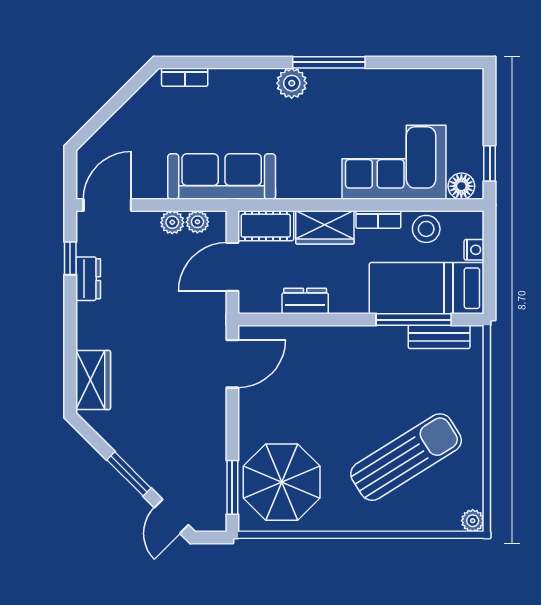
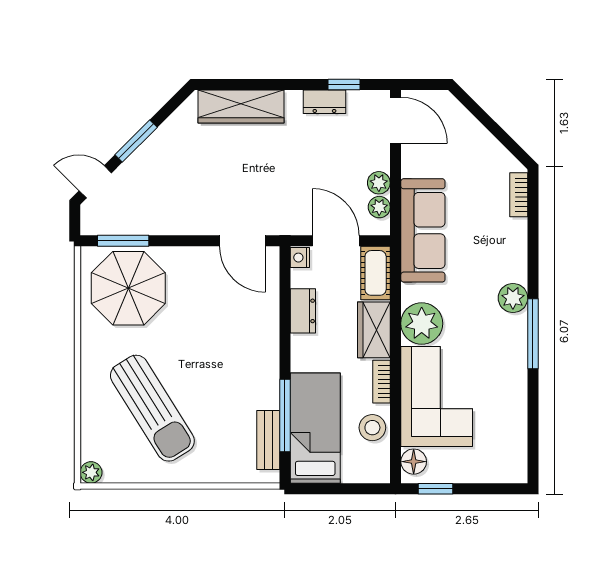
plant: (318, 178) -> (422, 323), added
nightstand: (474, 250) -> (300, 258), moved, turned 90
wardrobe: (93, 380) -> (241, 106), width x1.50

